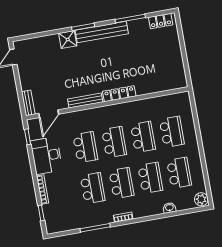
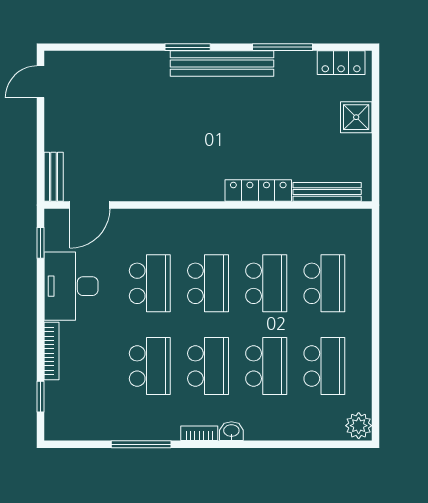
shower: (68, 39) -> (356, 117), moved
locker: (119, 94) -> (258, 190), moved
bench: (85, 101) -> (327, 192), moved
washbasin: (169, 208) -> (231, 431), moved

